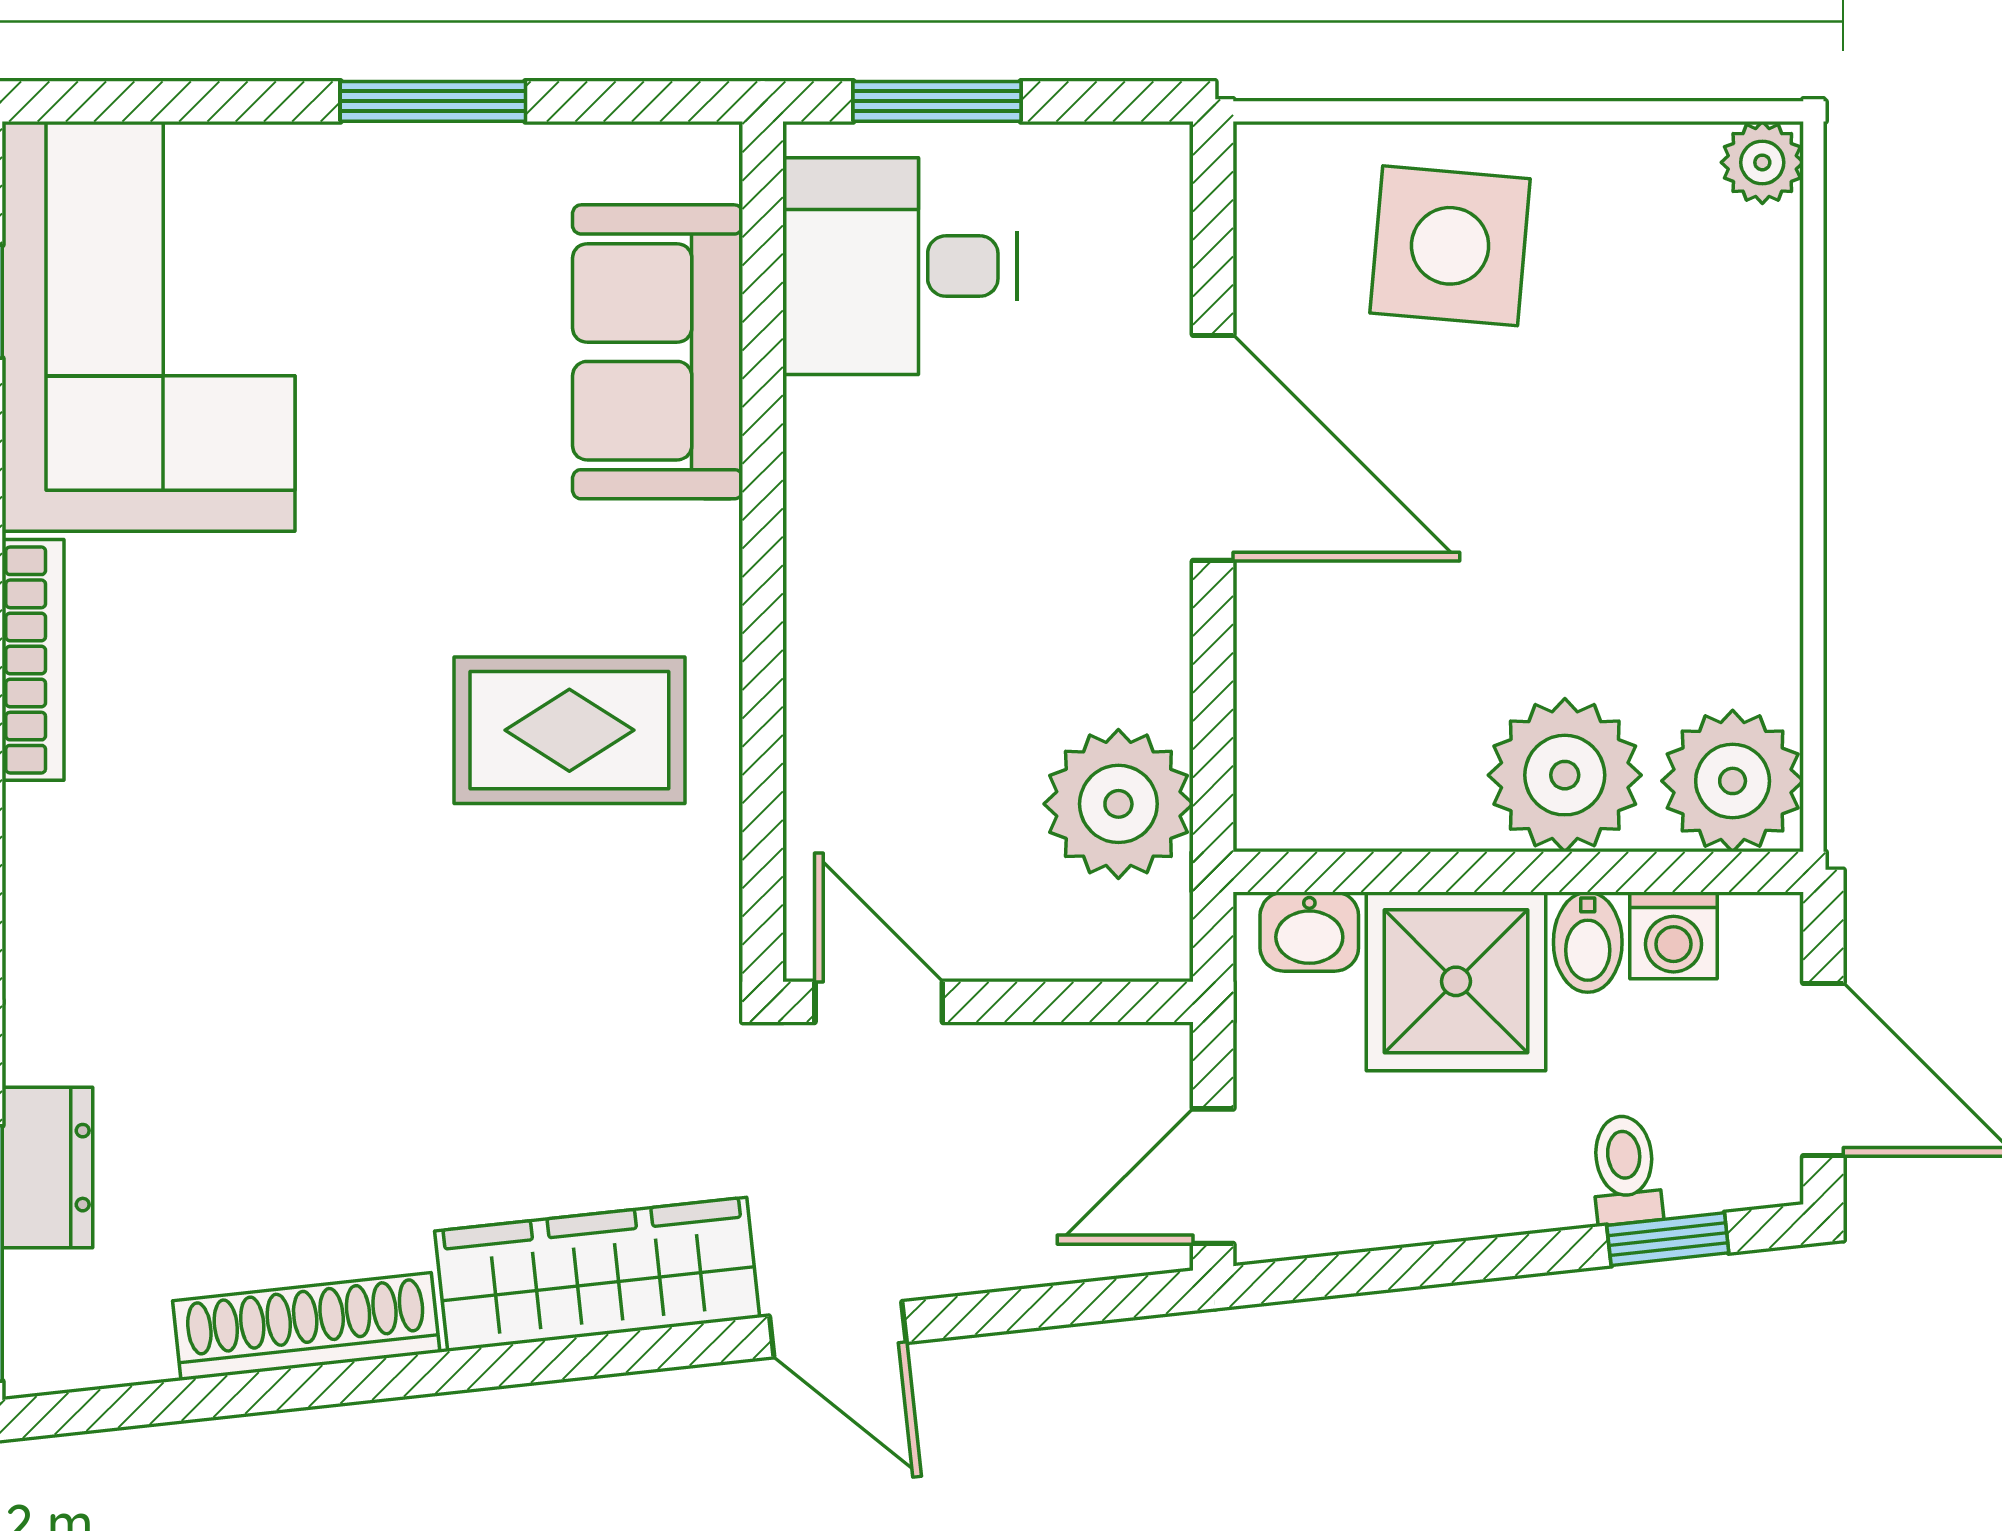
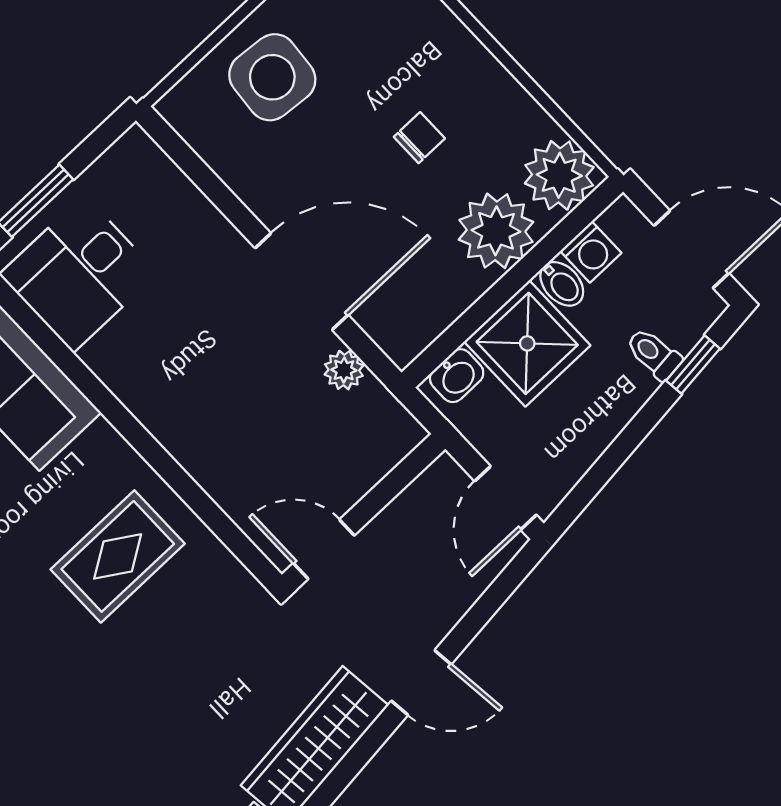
door: (1213, 448) -> (302, 281), moved
chair: (1581, 535) -> (419, 138), added
plant: (1118, 804) -> (344, 370), width x0.53, depth x0.53

